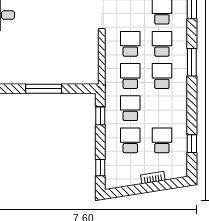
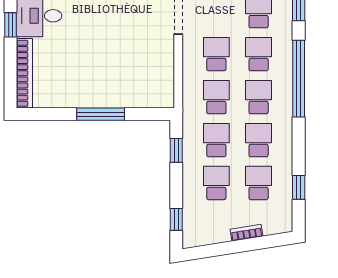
window: (192, 62) -> (299, 79), width x2.11
school desk: (162, 108) -> (259, 140), added

